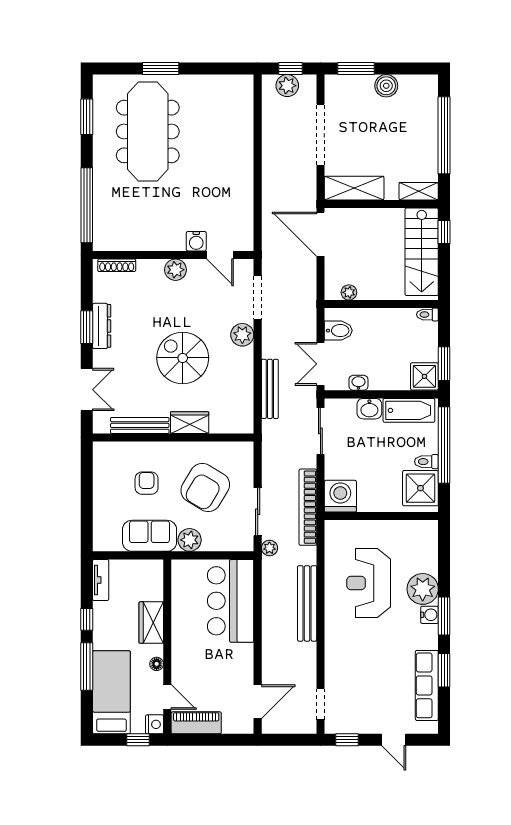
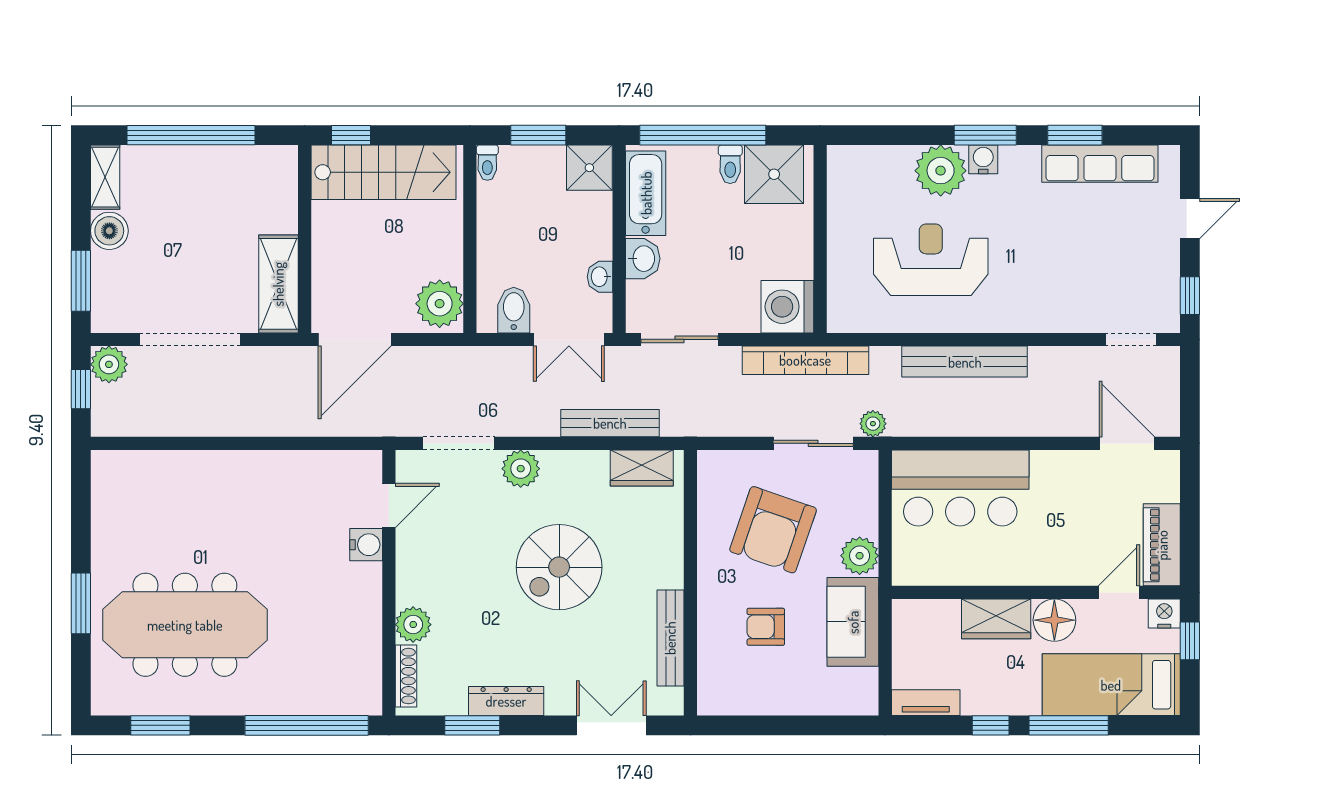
plant: (287, 86) -> (109, 364), moved
shelving: (419, 191) -> (105, 177), moved
plant: (175, 270) -> (413, 625), moved
plant: (349, 292) -> (440, 304), width x1.87, depth x1.87
window: (87, 327) -> (472, 725), moved
window: (444, 364) -> (538, 135), moved
wardrobe: (190, 423) -> (642, 468), moved, turned -90
armchair: (205, 488) -> (773, 530), turned 78
reception desk: (369, 583) -> (931, 260), turned 180
floor lamp: (157, 664) -> (1054, 620), width x1.89, depth x1.89

